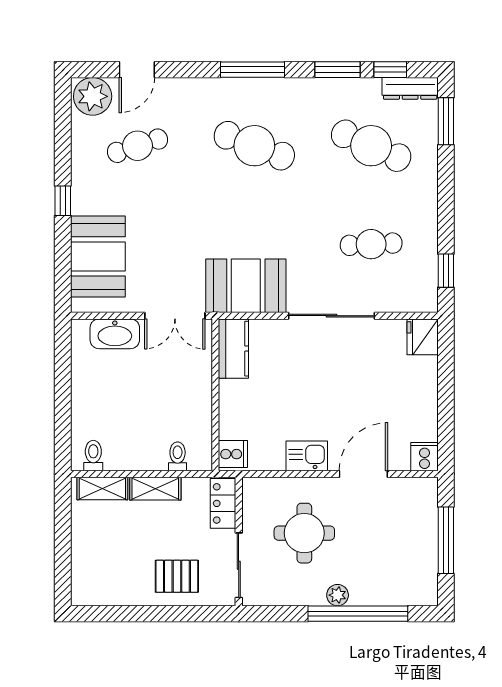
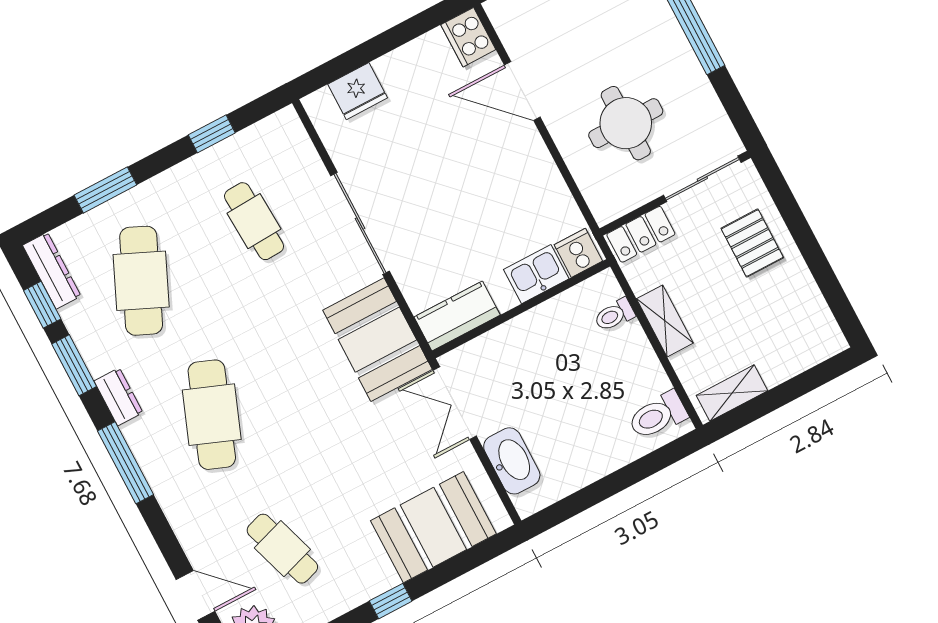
dresser: (300, 88) -> (119, 397), added
window: (446, 121) -> (105, 190), moved
window: (446, 271) -> (212, 134), moved
double door: (175, 316) -> (455, 403), swing flipped
fridge: (423, 337) -> (358, 91), moved
toilet: (93, 456) -> (658, 416), width x1.37, depth x1.39
kitchen sink: (307, 456) -> (536, 274), moved, turned 90
cooker: (425, 457) -> (468, 37), width x1.36
shelving: (102, 488) -> (732, 393), moved, turned 90
plant: (338, 595) -> (677, 48), removed

